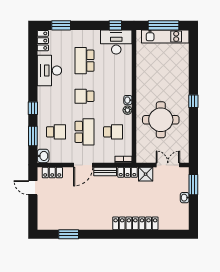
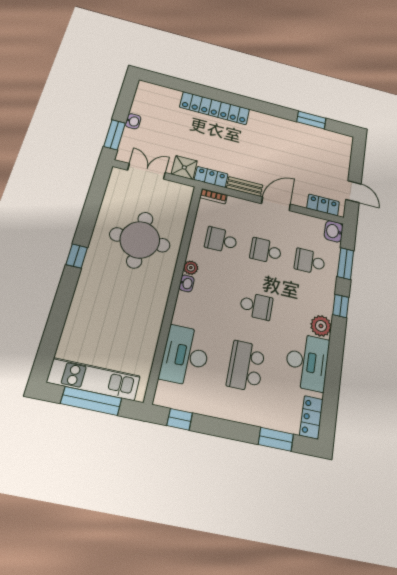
desk: (116, 42) -> (185, 356), moved, turned 90
school desk: (85, 61) -> (246, 366), turned 180
plant: (44, 93) -> (321, 326), added
school desk: (85, 132) -> (266, 251), width x0.54
double door: (168, 165) -> (146, 171), swing flipped

